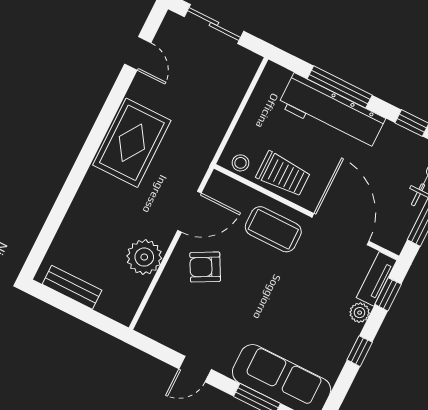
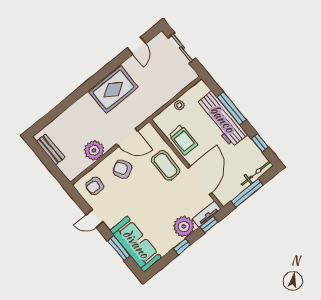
stool: (241, 163) -> (179, 105), moved
plant: (360, 313) -> (184, 226), width x1.87, depth x1.87
armchair: (172, 315) -> (95, 186), added

